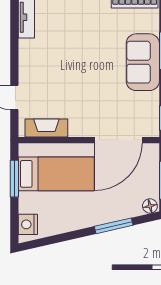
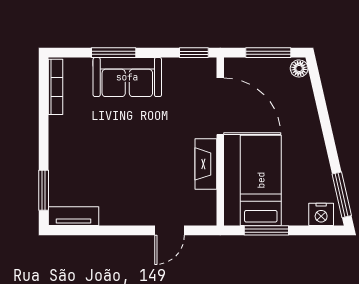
fireplace: (46, 128) -> (206, 164), moved
window: (114, 226) -> (342, 195), moved

